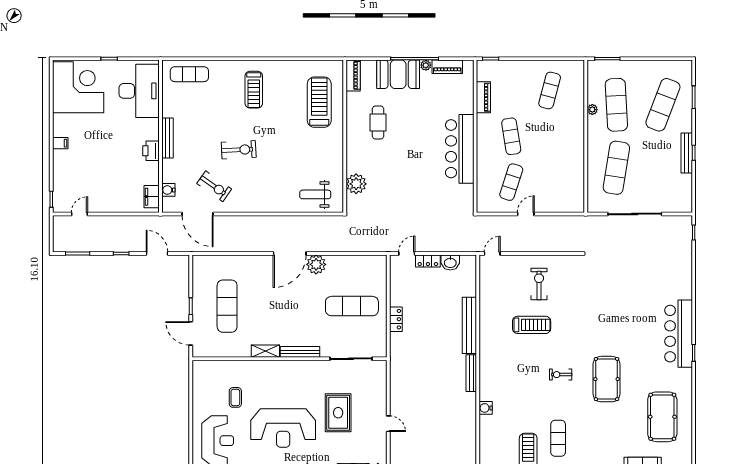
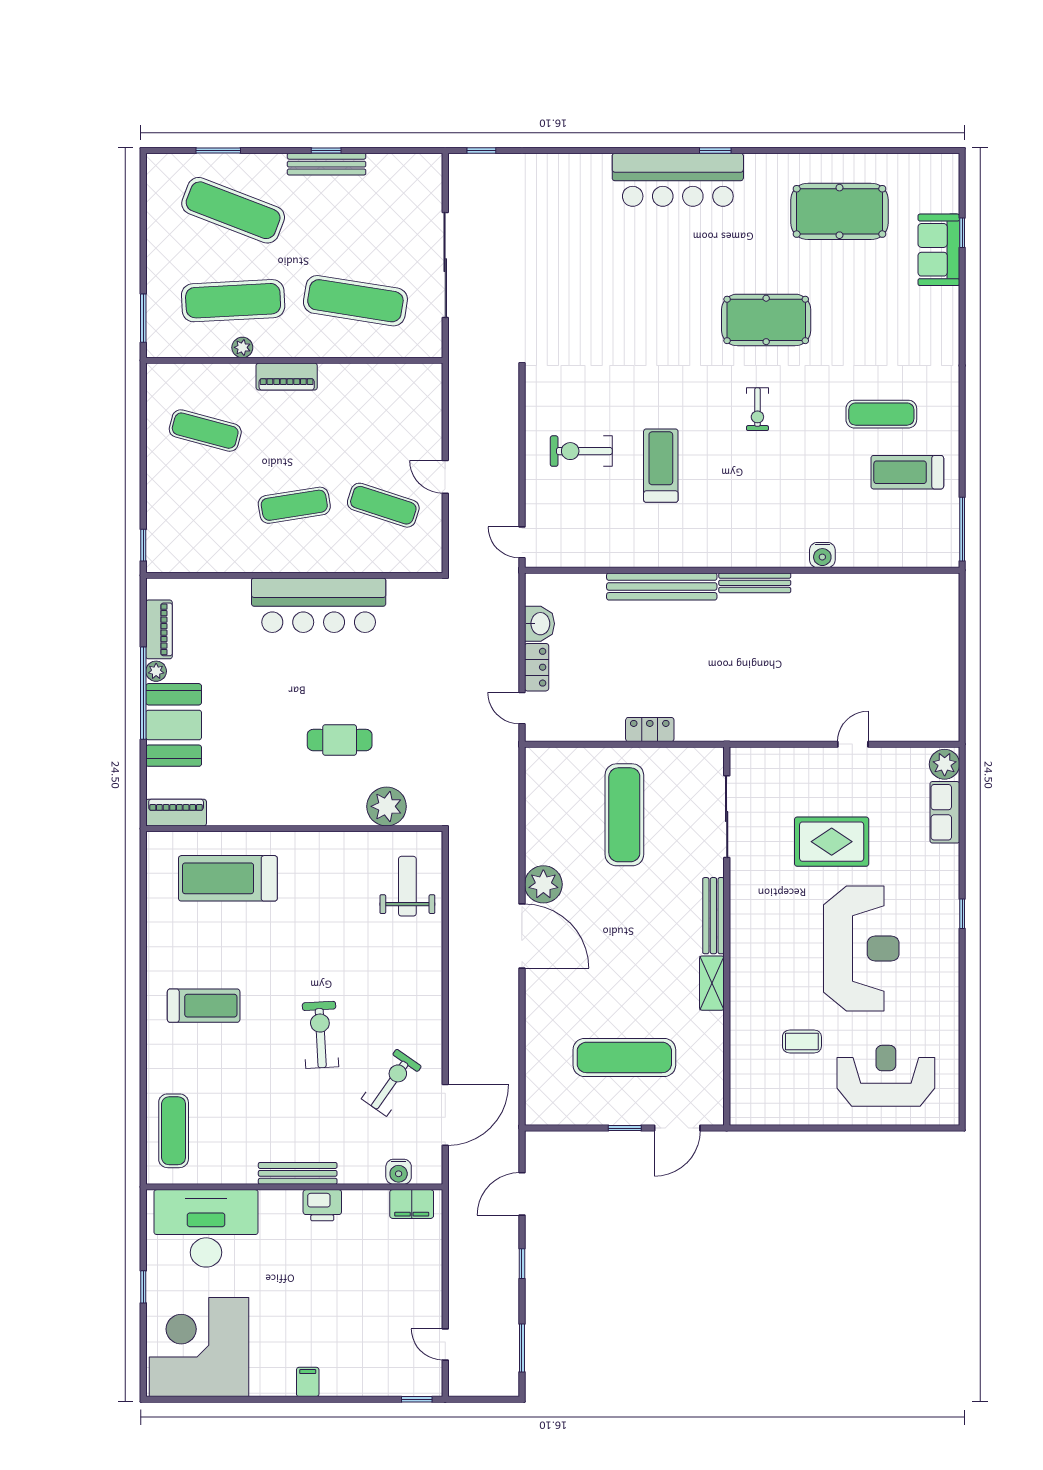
piano: (483, 97) -> (287, 377), moved, turned 180
cafe table: (378, 122) -> (340, 740), moved
weight bench: (315, 194) -> (407, 886), turned 180

